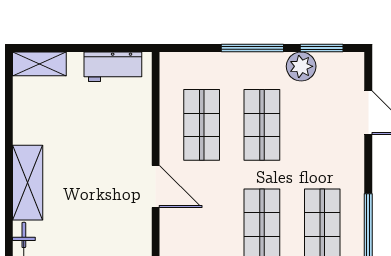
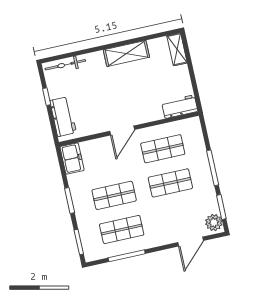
plant: (301, 66) -> (214, 223), moved
workbench: (113, 67) -> (180, 107), moved, turned 90
shelving: (28, 183) -> (126, 53), moved

